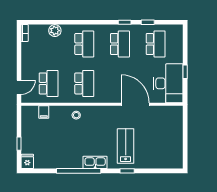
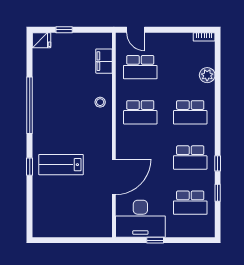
filing cabinet: (44, 112) -> (104, 61), width x2.00
lab bench: (126, 146) -> (61, 165), turned 180
kitchen sink: (95, 162) -> (40, 126), removed

